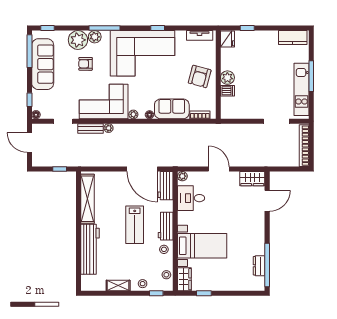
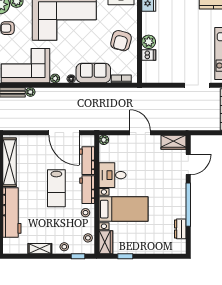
workbench: (165, 186) -> (87, 161), moved
desk: (191, 198) -> (112, 175), moved
window: (267, 265) -> (188, 205), moved

